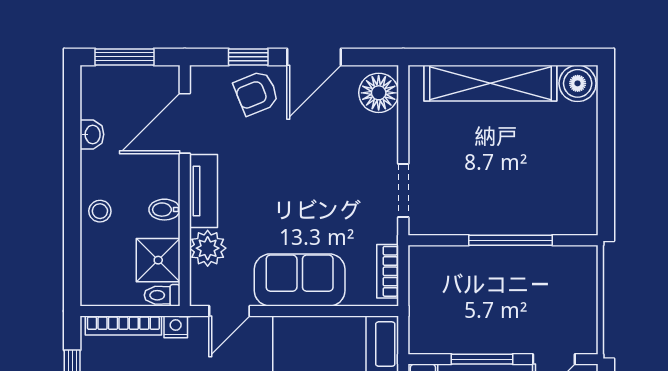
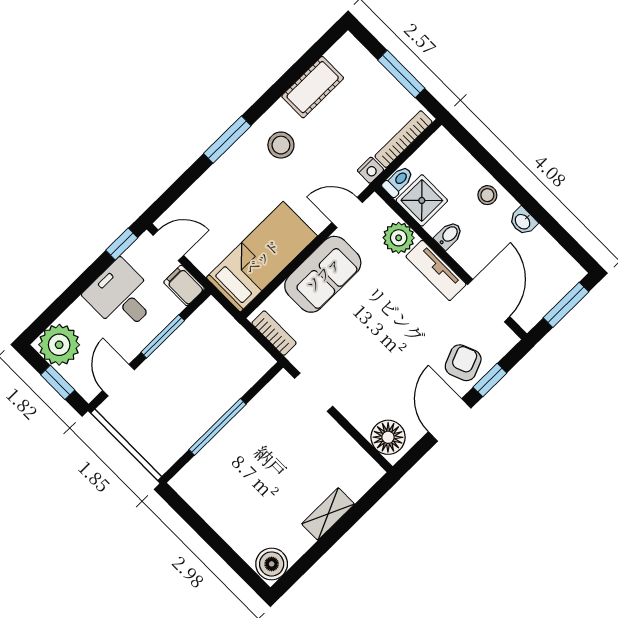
shelving: (490, 83) -> (328, 514), width x0.45, depth x0.75
washbasin: (92, 134) -> (523, 221), moved
door: (229, 311) -> (347, 213), hinge flipped

